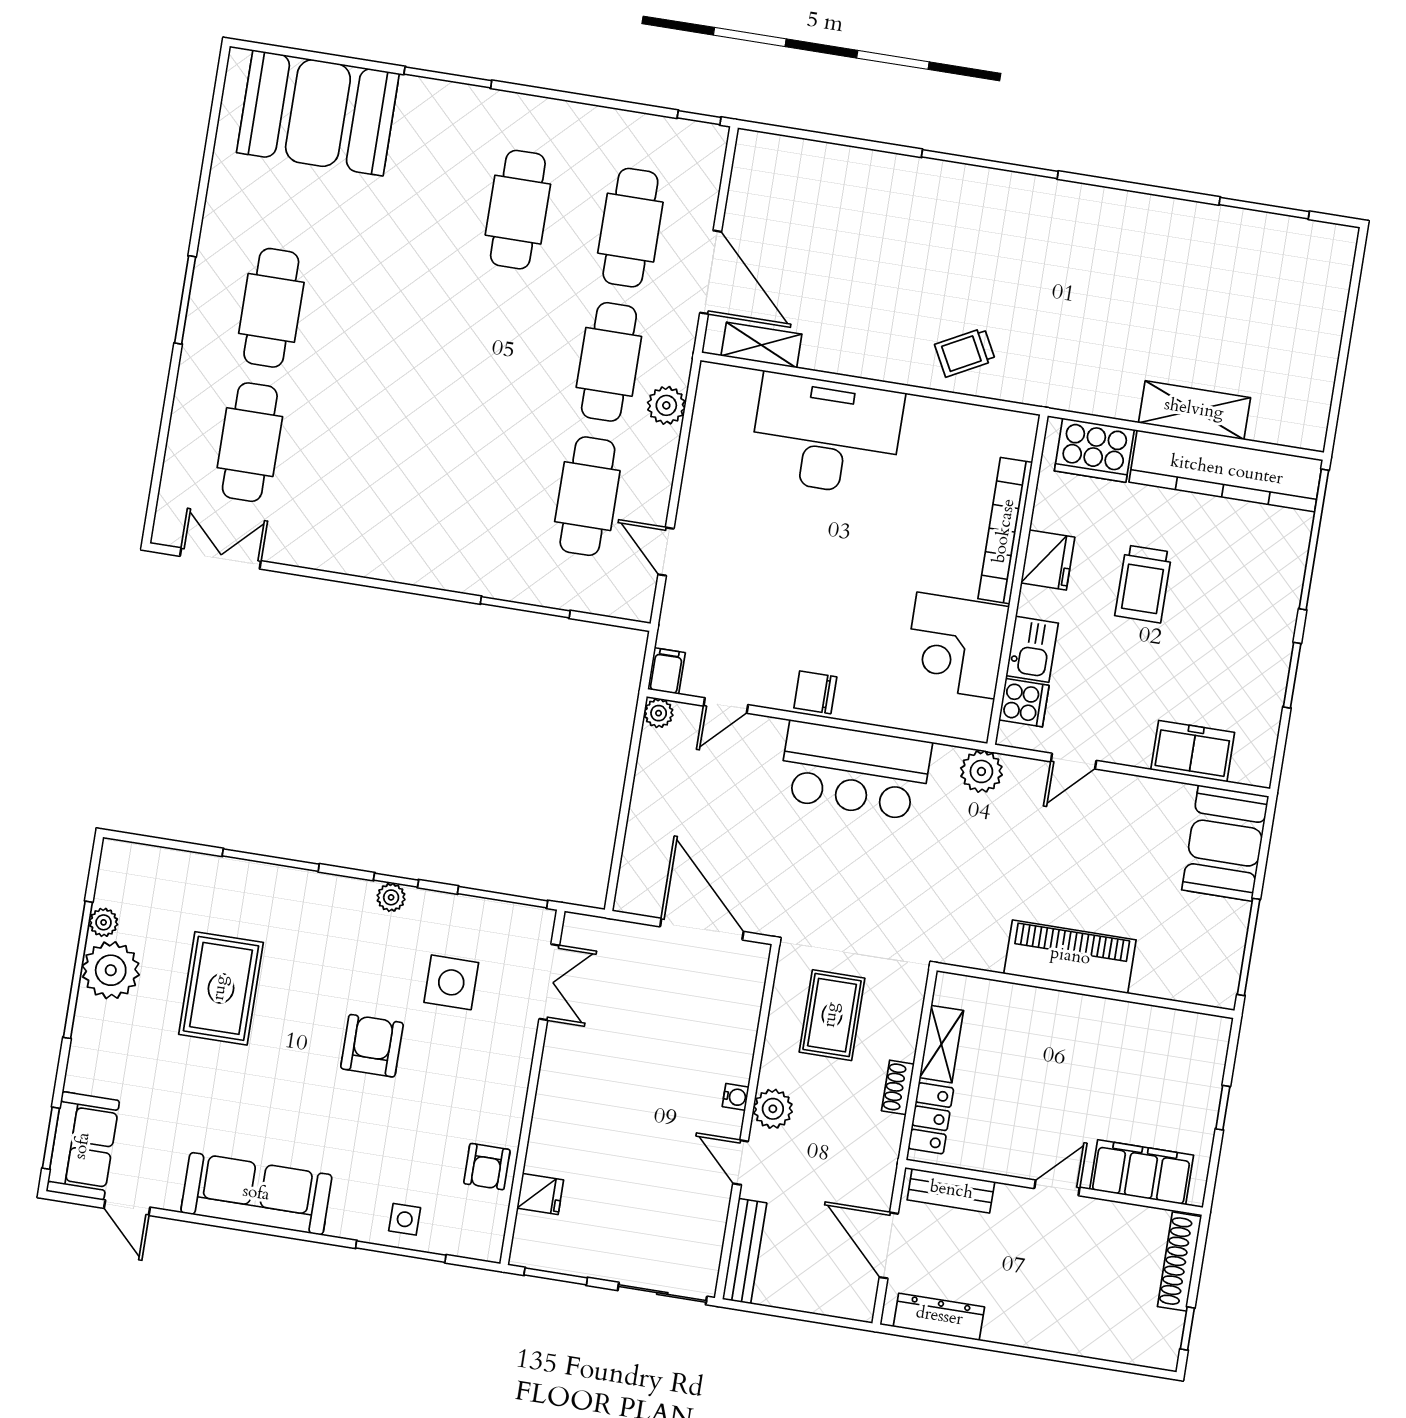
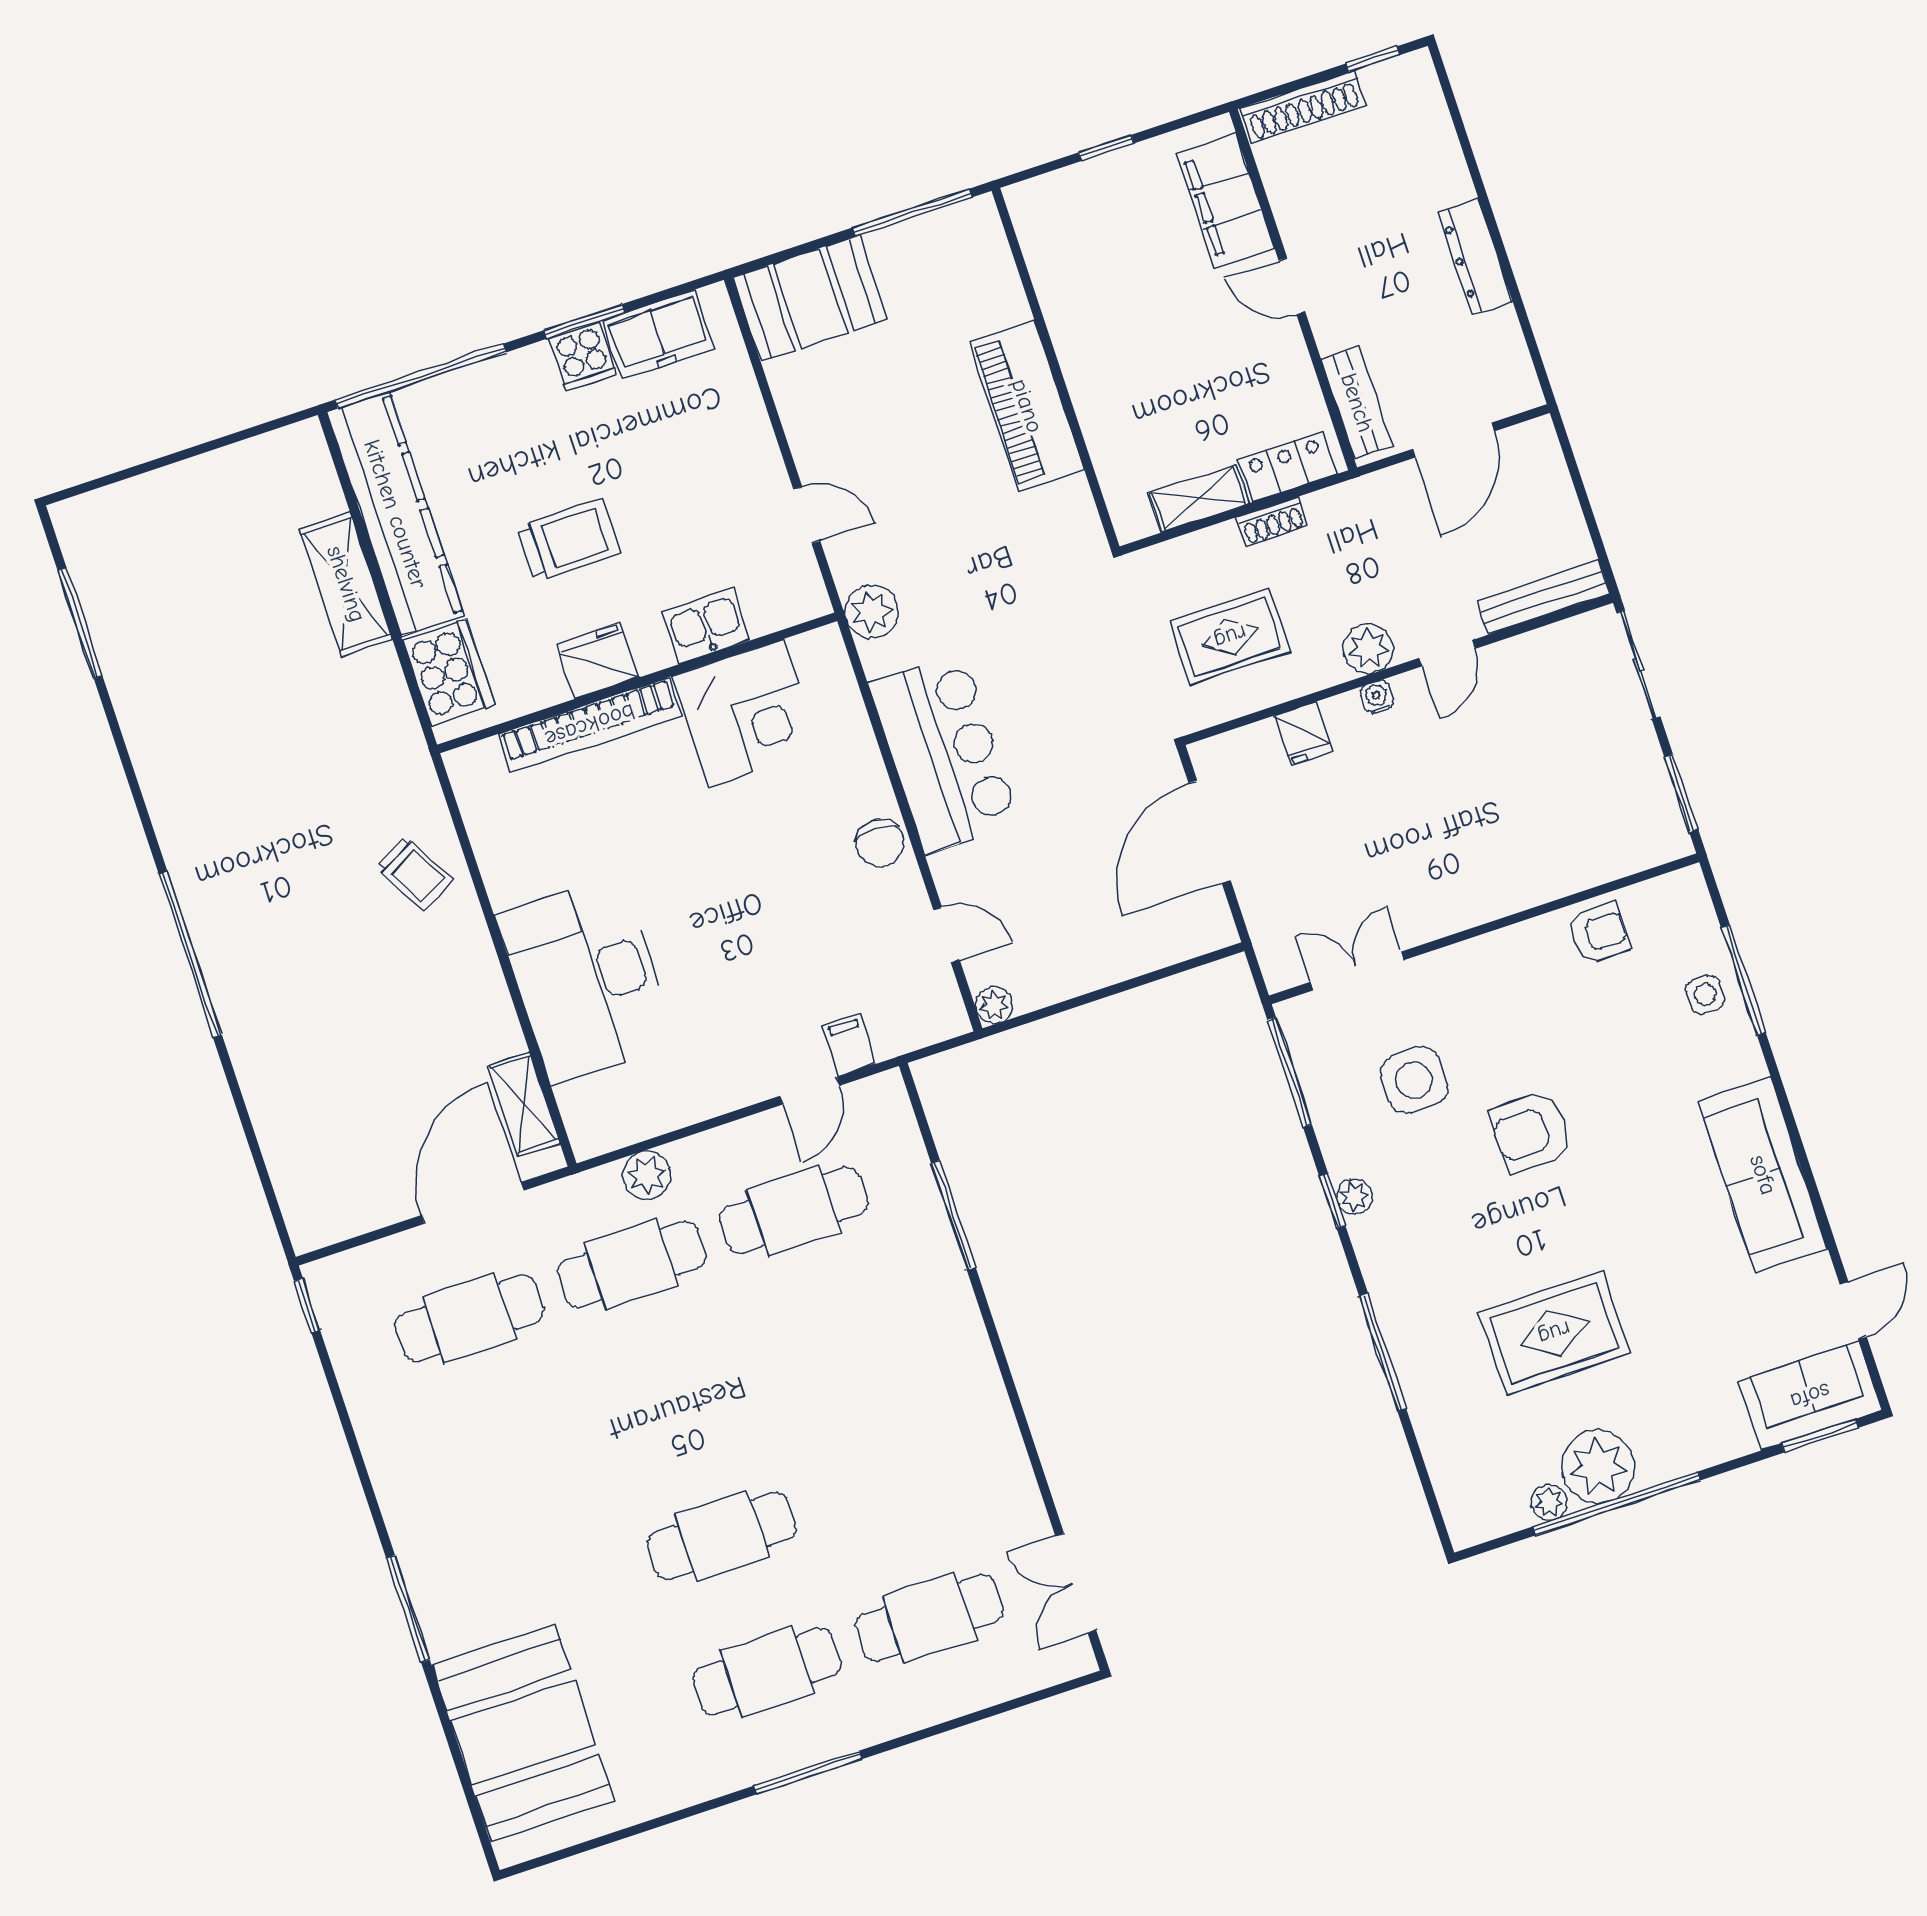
cafe table: (518, 210) -> (722, 1536), moved
filing cabinet: (666, 671) -> (849, 1045), moved, turned 90
cooker: (1024, 703) -> (583, 356), moved, turned 180
freezer: (1193, 751) -> (658, 335), moved, turned -90
fridge: (540, 1194) -> (1303, 734), moved, turned 180
dresser: (939, 1317) -> (1475, 257), moved

